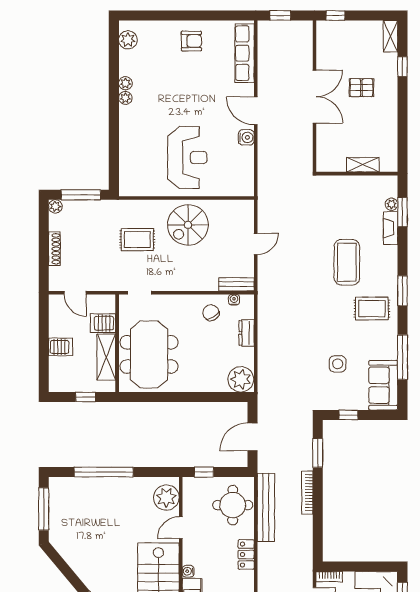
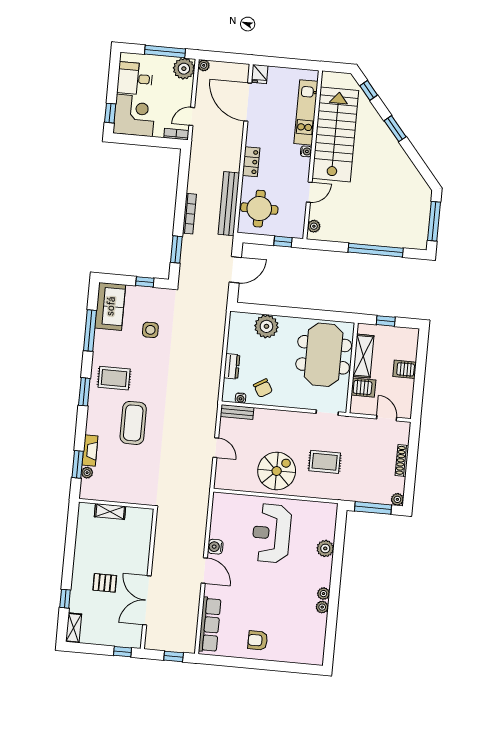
plant: (128, 40) -> (325, 548), moved
double door: (314, 97) -> (147, 600), moved
door: (256, 244) -> (216, 448), swing flipped
plant: (241, 379) -> (266, 326), moved
plant: (166, 498) -> (314, 226), width x0.53, depth x0.53

